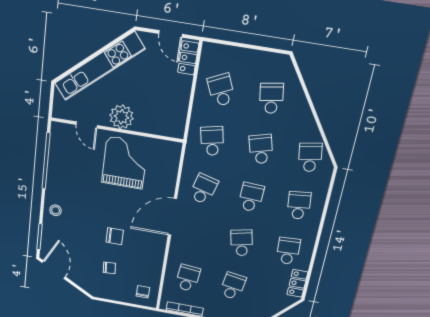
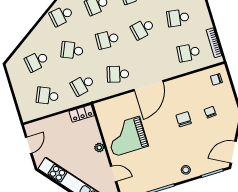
locker: (188, 58) -> (82, 113), moved
school desk: (221, 90) -> (47, 96), turned 48
plant: (121, 117) -> (99, 148), width x0.53, depth x0.53
door: (87, 125) -> (114, 174), hinge flipped
school desk: (261, 149) -> (72, 50), turned 39
door: (172, 217) -> (148, 86), hinge flipped

